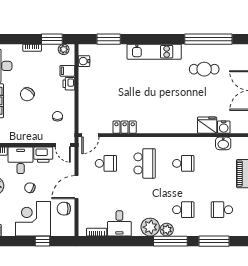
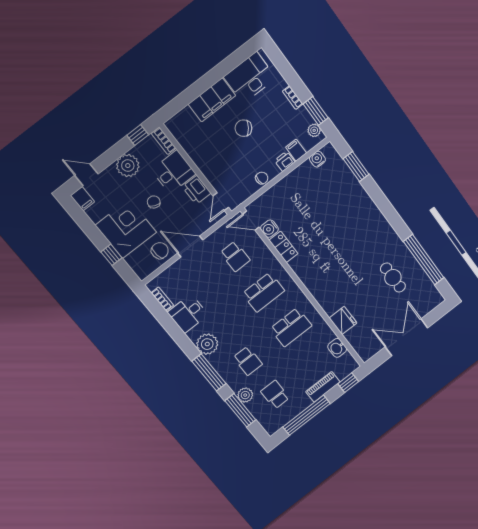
kitchen unit: (154, 52) -> (375, 219), removed
chair: (57, 116) -> (262, 178), moved
water cooler: (224, 127) -> (269, 229), moved
school desk: (183, 163) -> (291, 327), width x1.85
chair: (64, 209) -> (160, 251), turned 83
plant: (167, 230) -> (245, 395), moved

